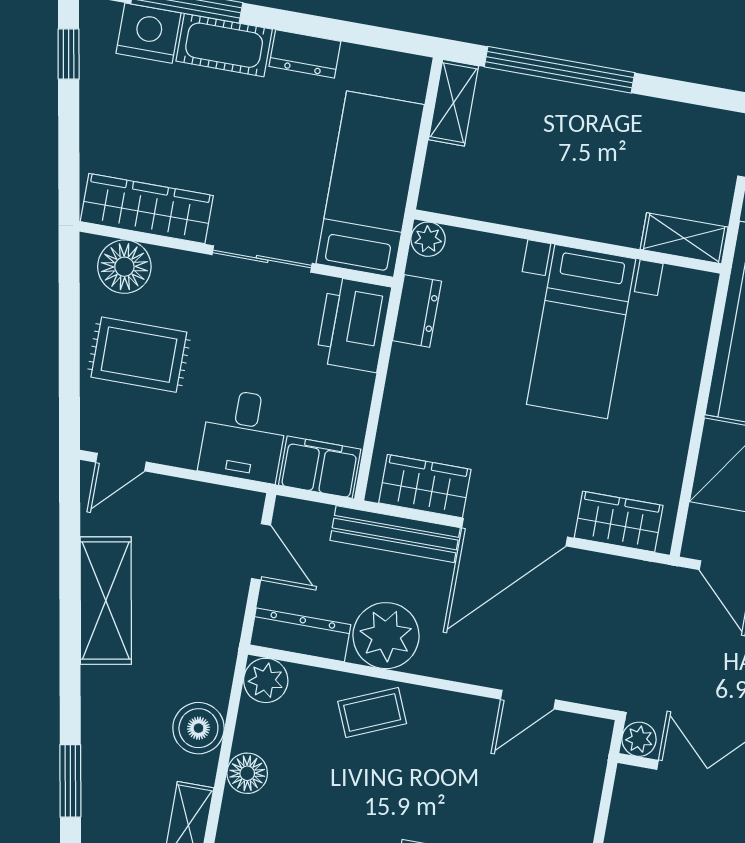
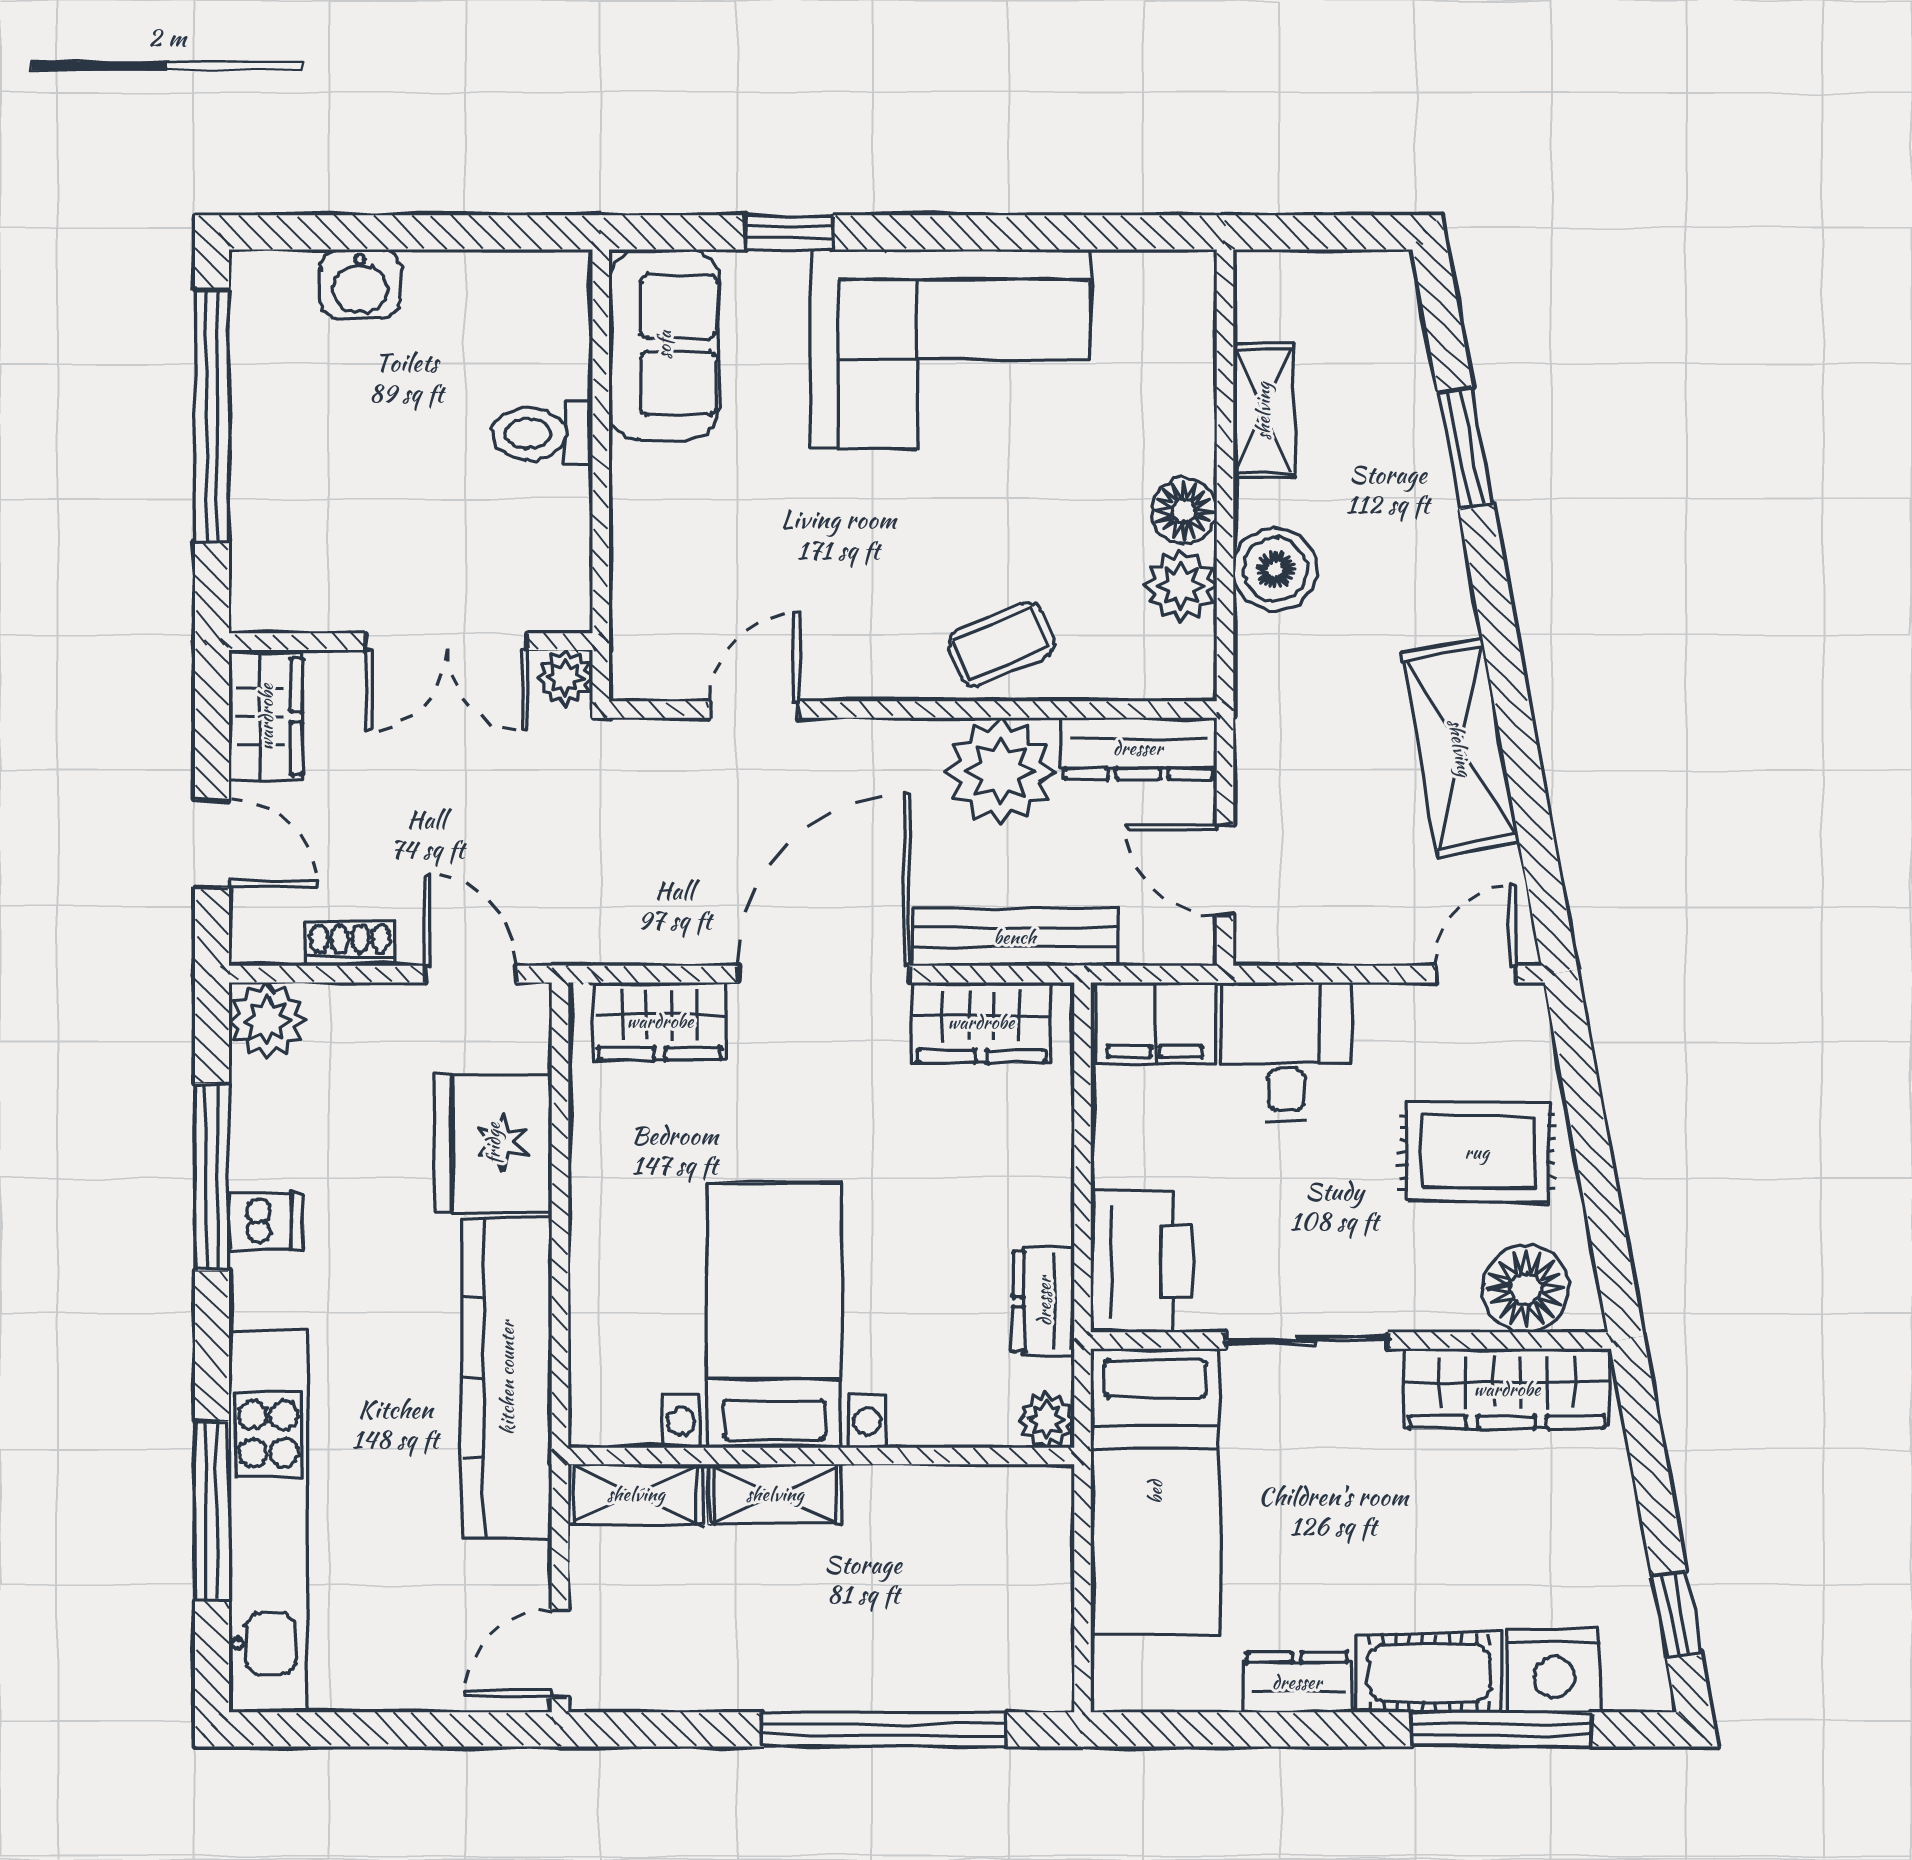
shelving: (453, 103) -> (775, 1494), moved, turned 90
plant: (266, 680) -> (1181, 585), moved

